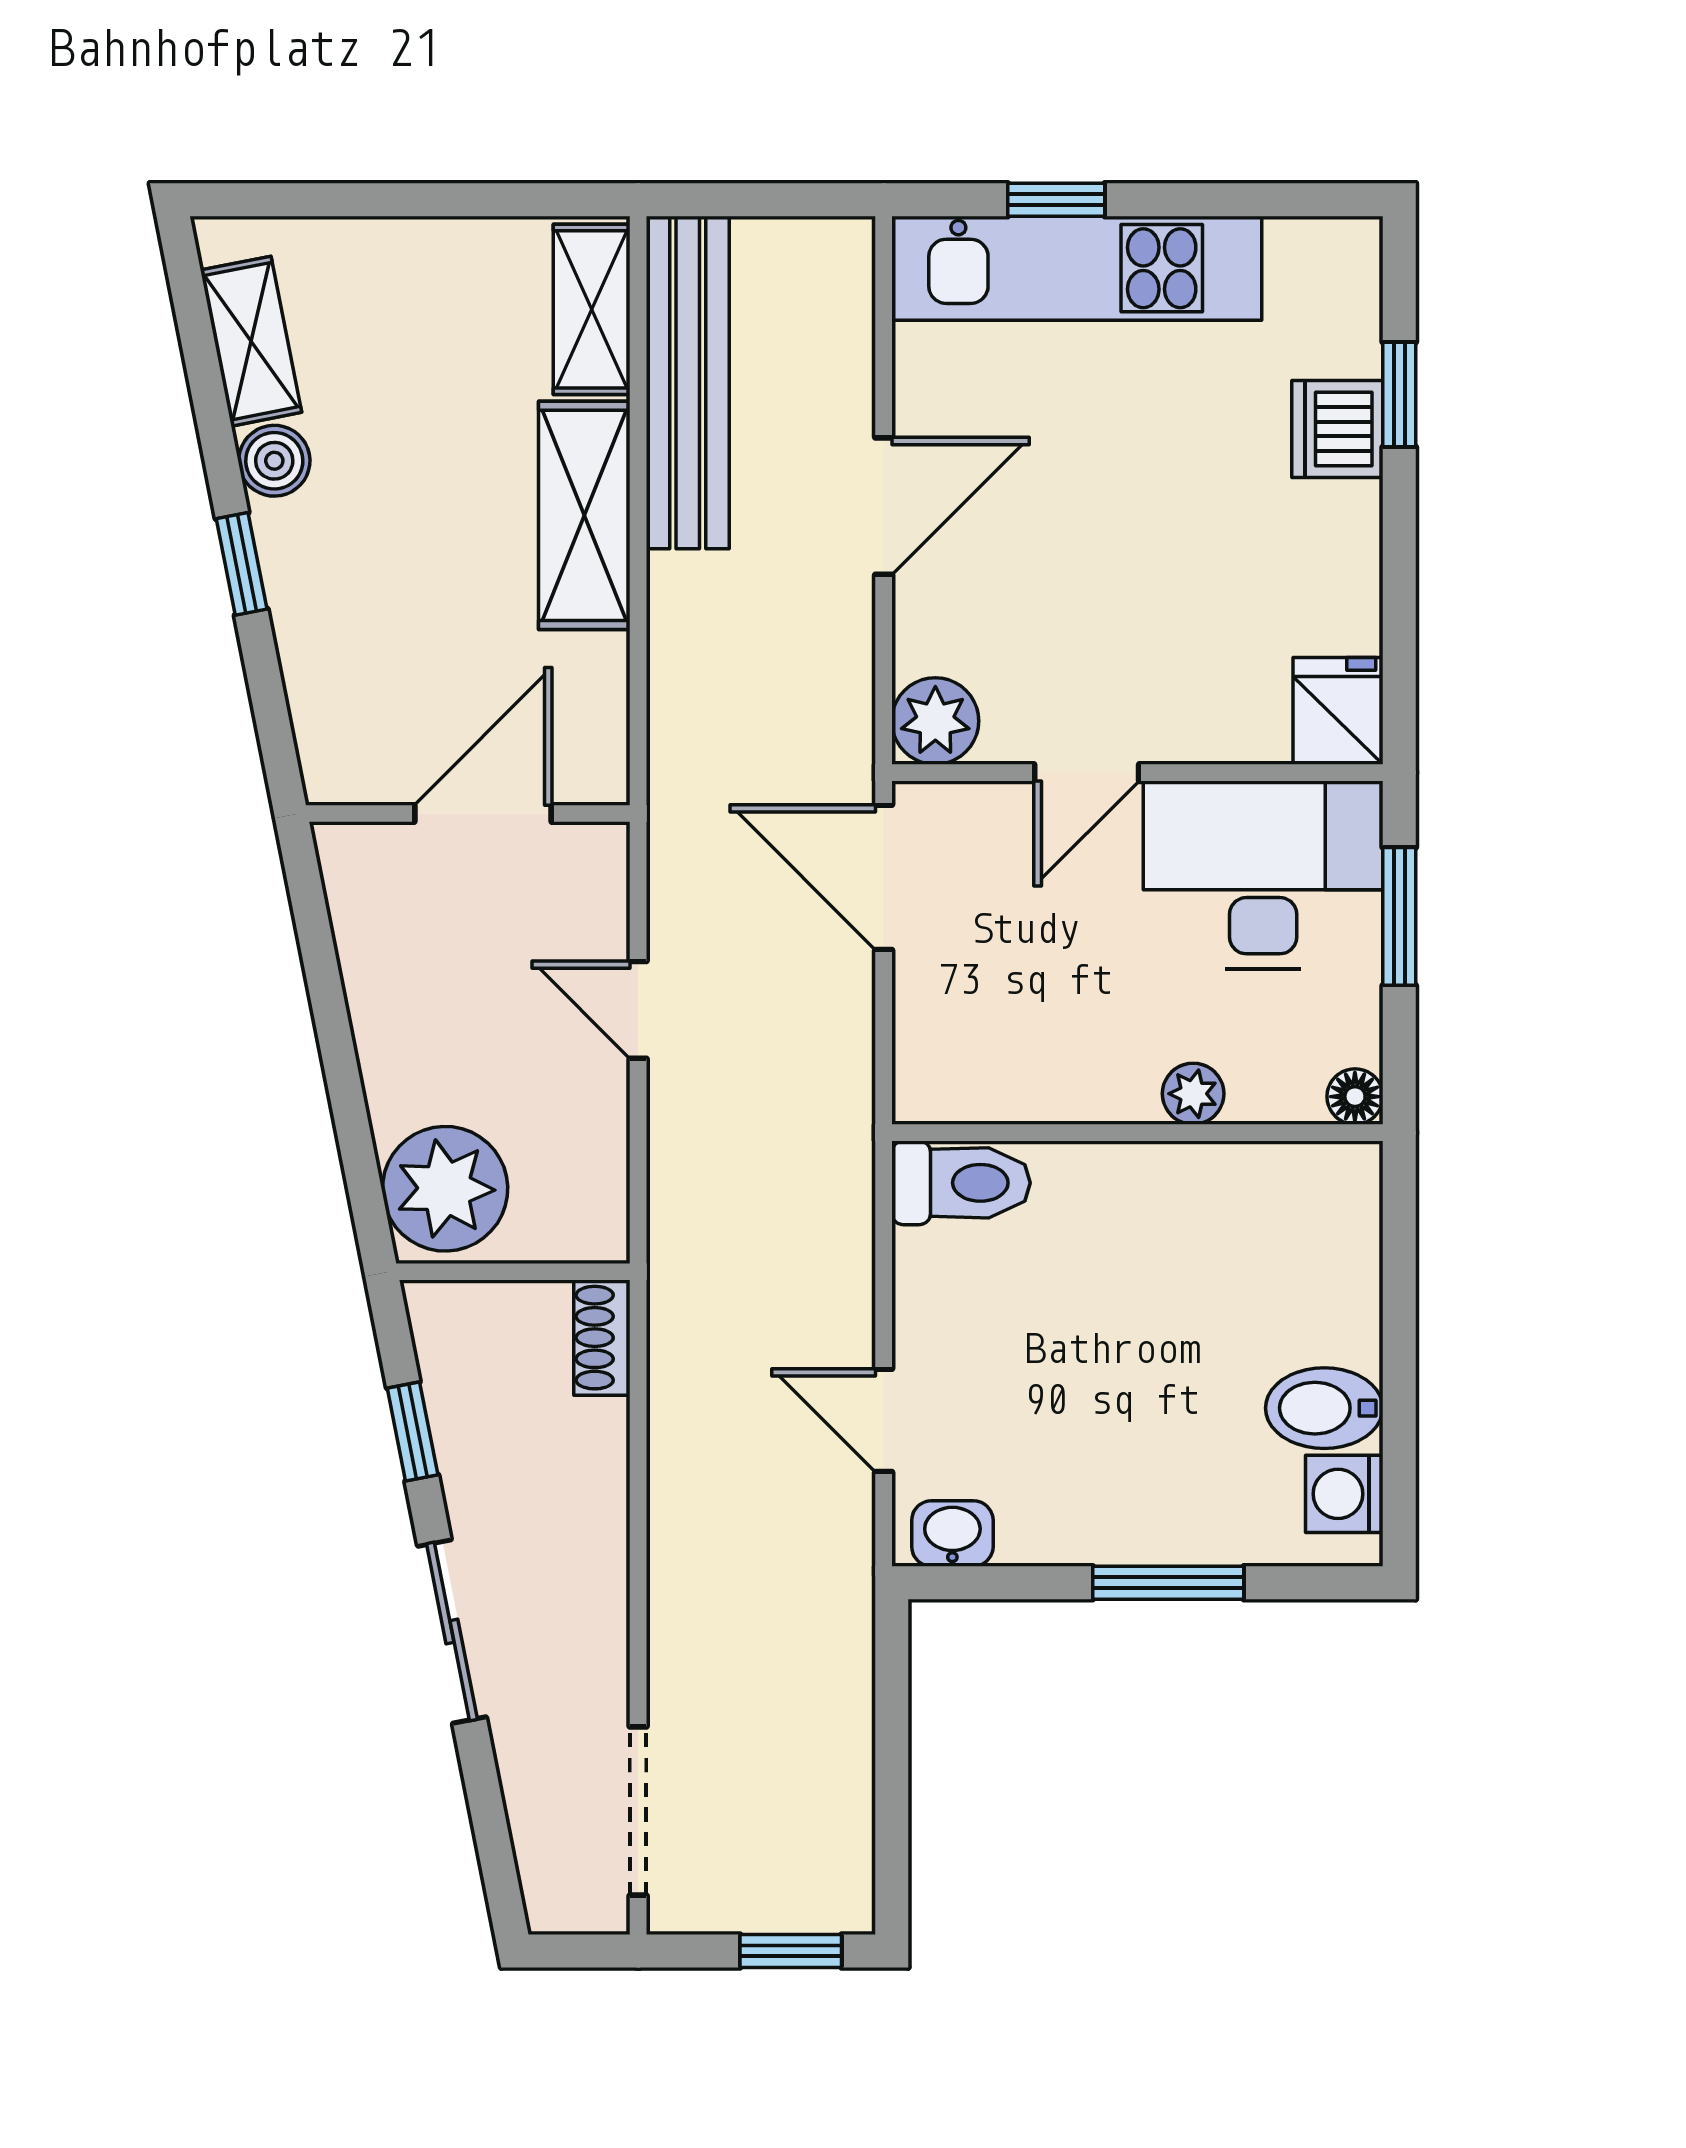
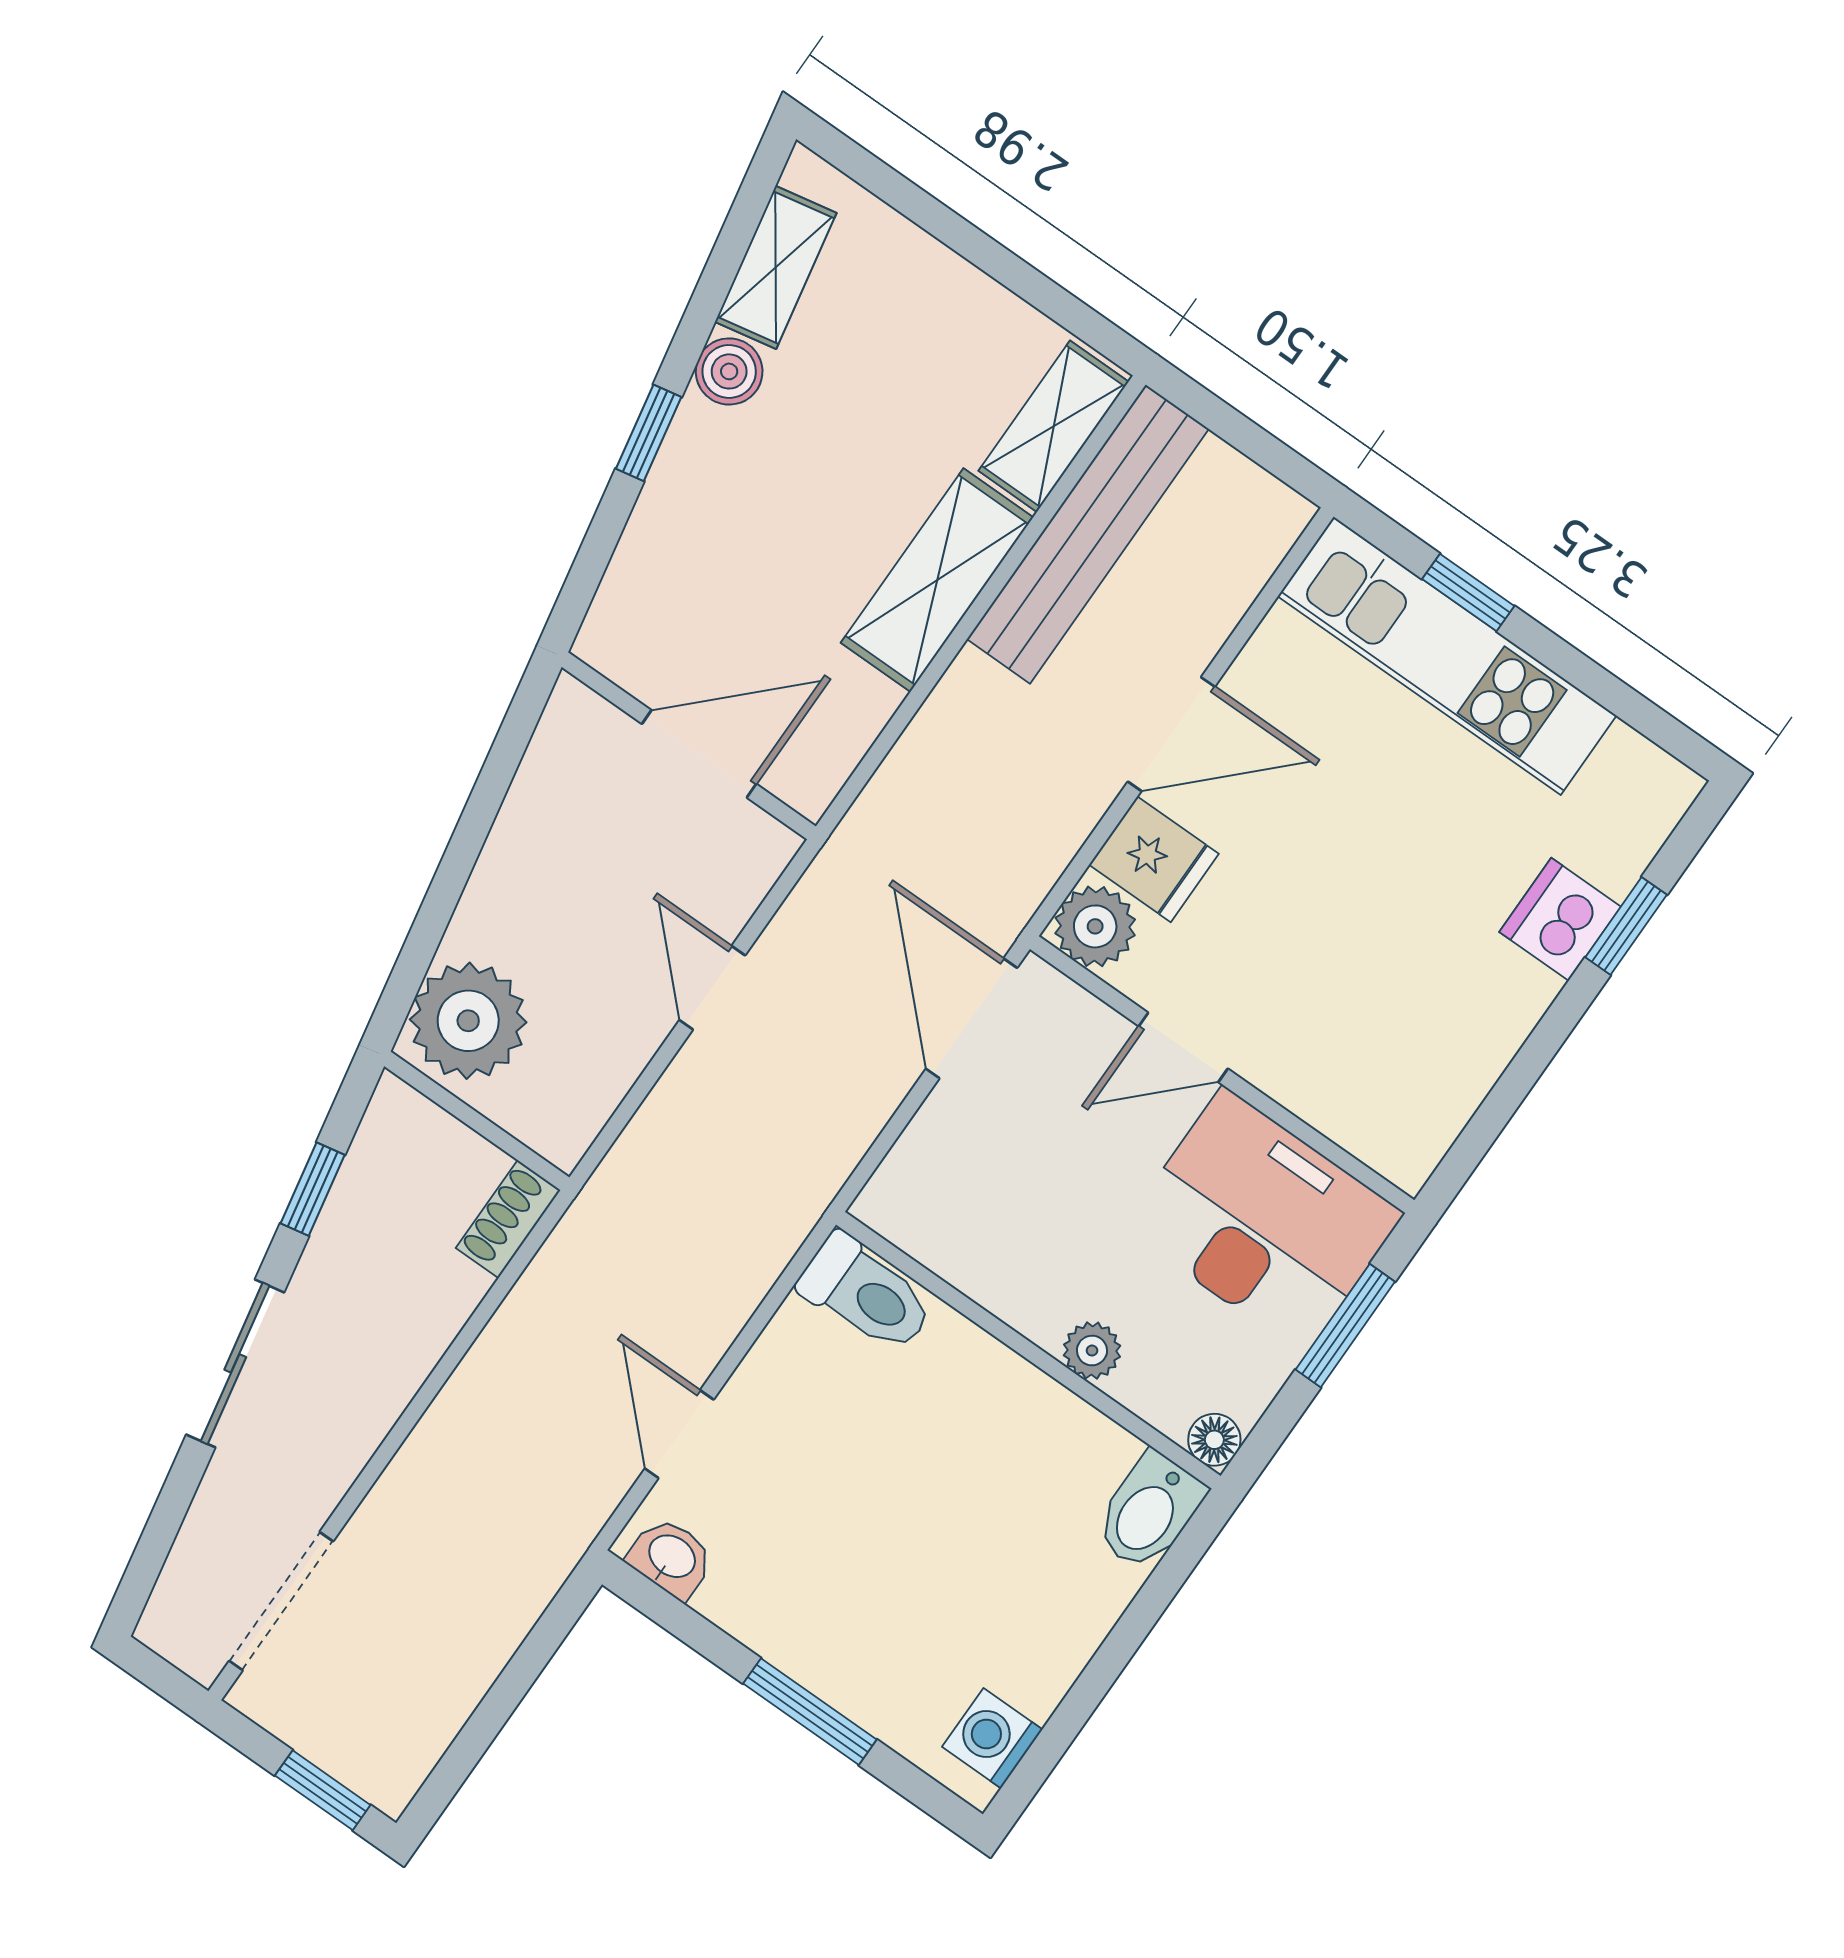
fridge: (1338, 711) -> (1154, 859), moved, turned 90
bidet: (1324, 1408) -> (1149, 1512), moved, turned -90

